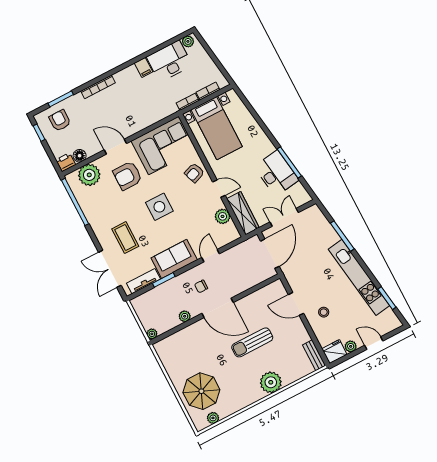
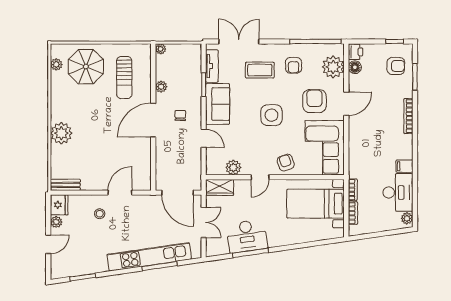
armchair: (106, 210) -> (294, 65), added
wardrobe: (243, 213) -> (220, 187), width x0.67
kitchen unit: (359, 277) -> (149, 257), moved
sun lounger: (252, 342) -> (124, 77), moved, turned 180

